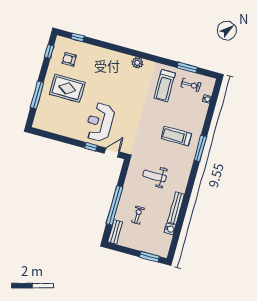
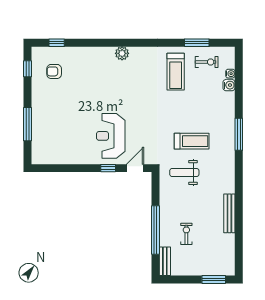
plant: (137, 63) -> (122, 53), moved
rug: (67, 88) -> (61, 106), removed
treadmill: (176, 136) -> (192, 141), moved, turned 180
weight bench: (155, 176) -> (184, 173), moved
water cooler: (170, 229) -> (229, 85), moved

